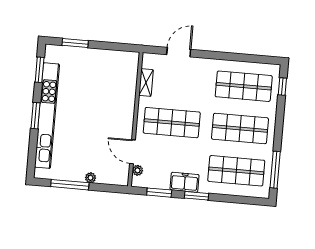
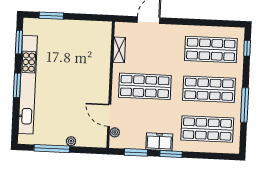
window: (275, 170) -> (245, 105), moved

